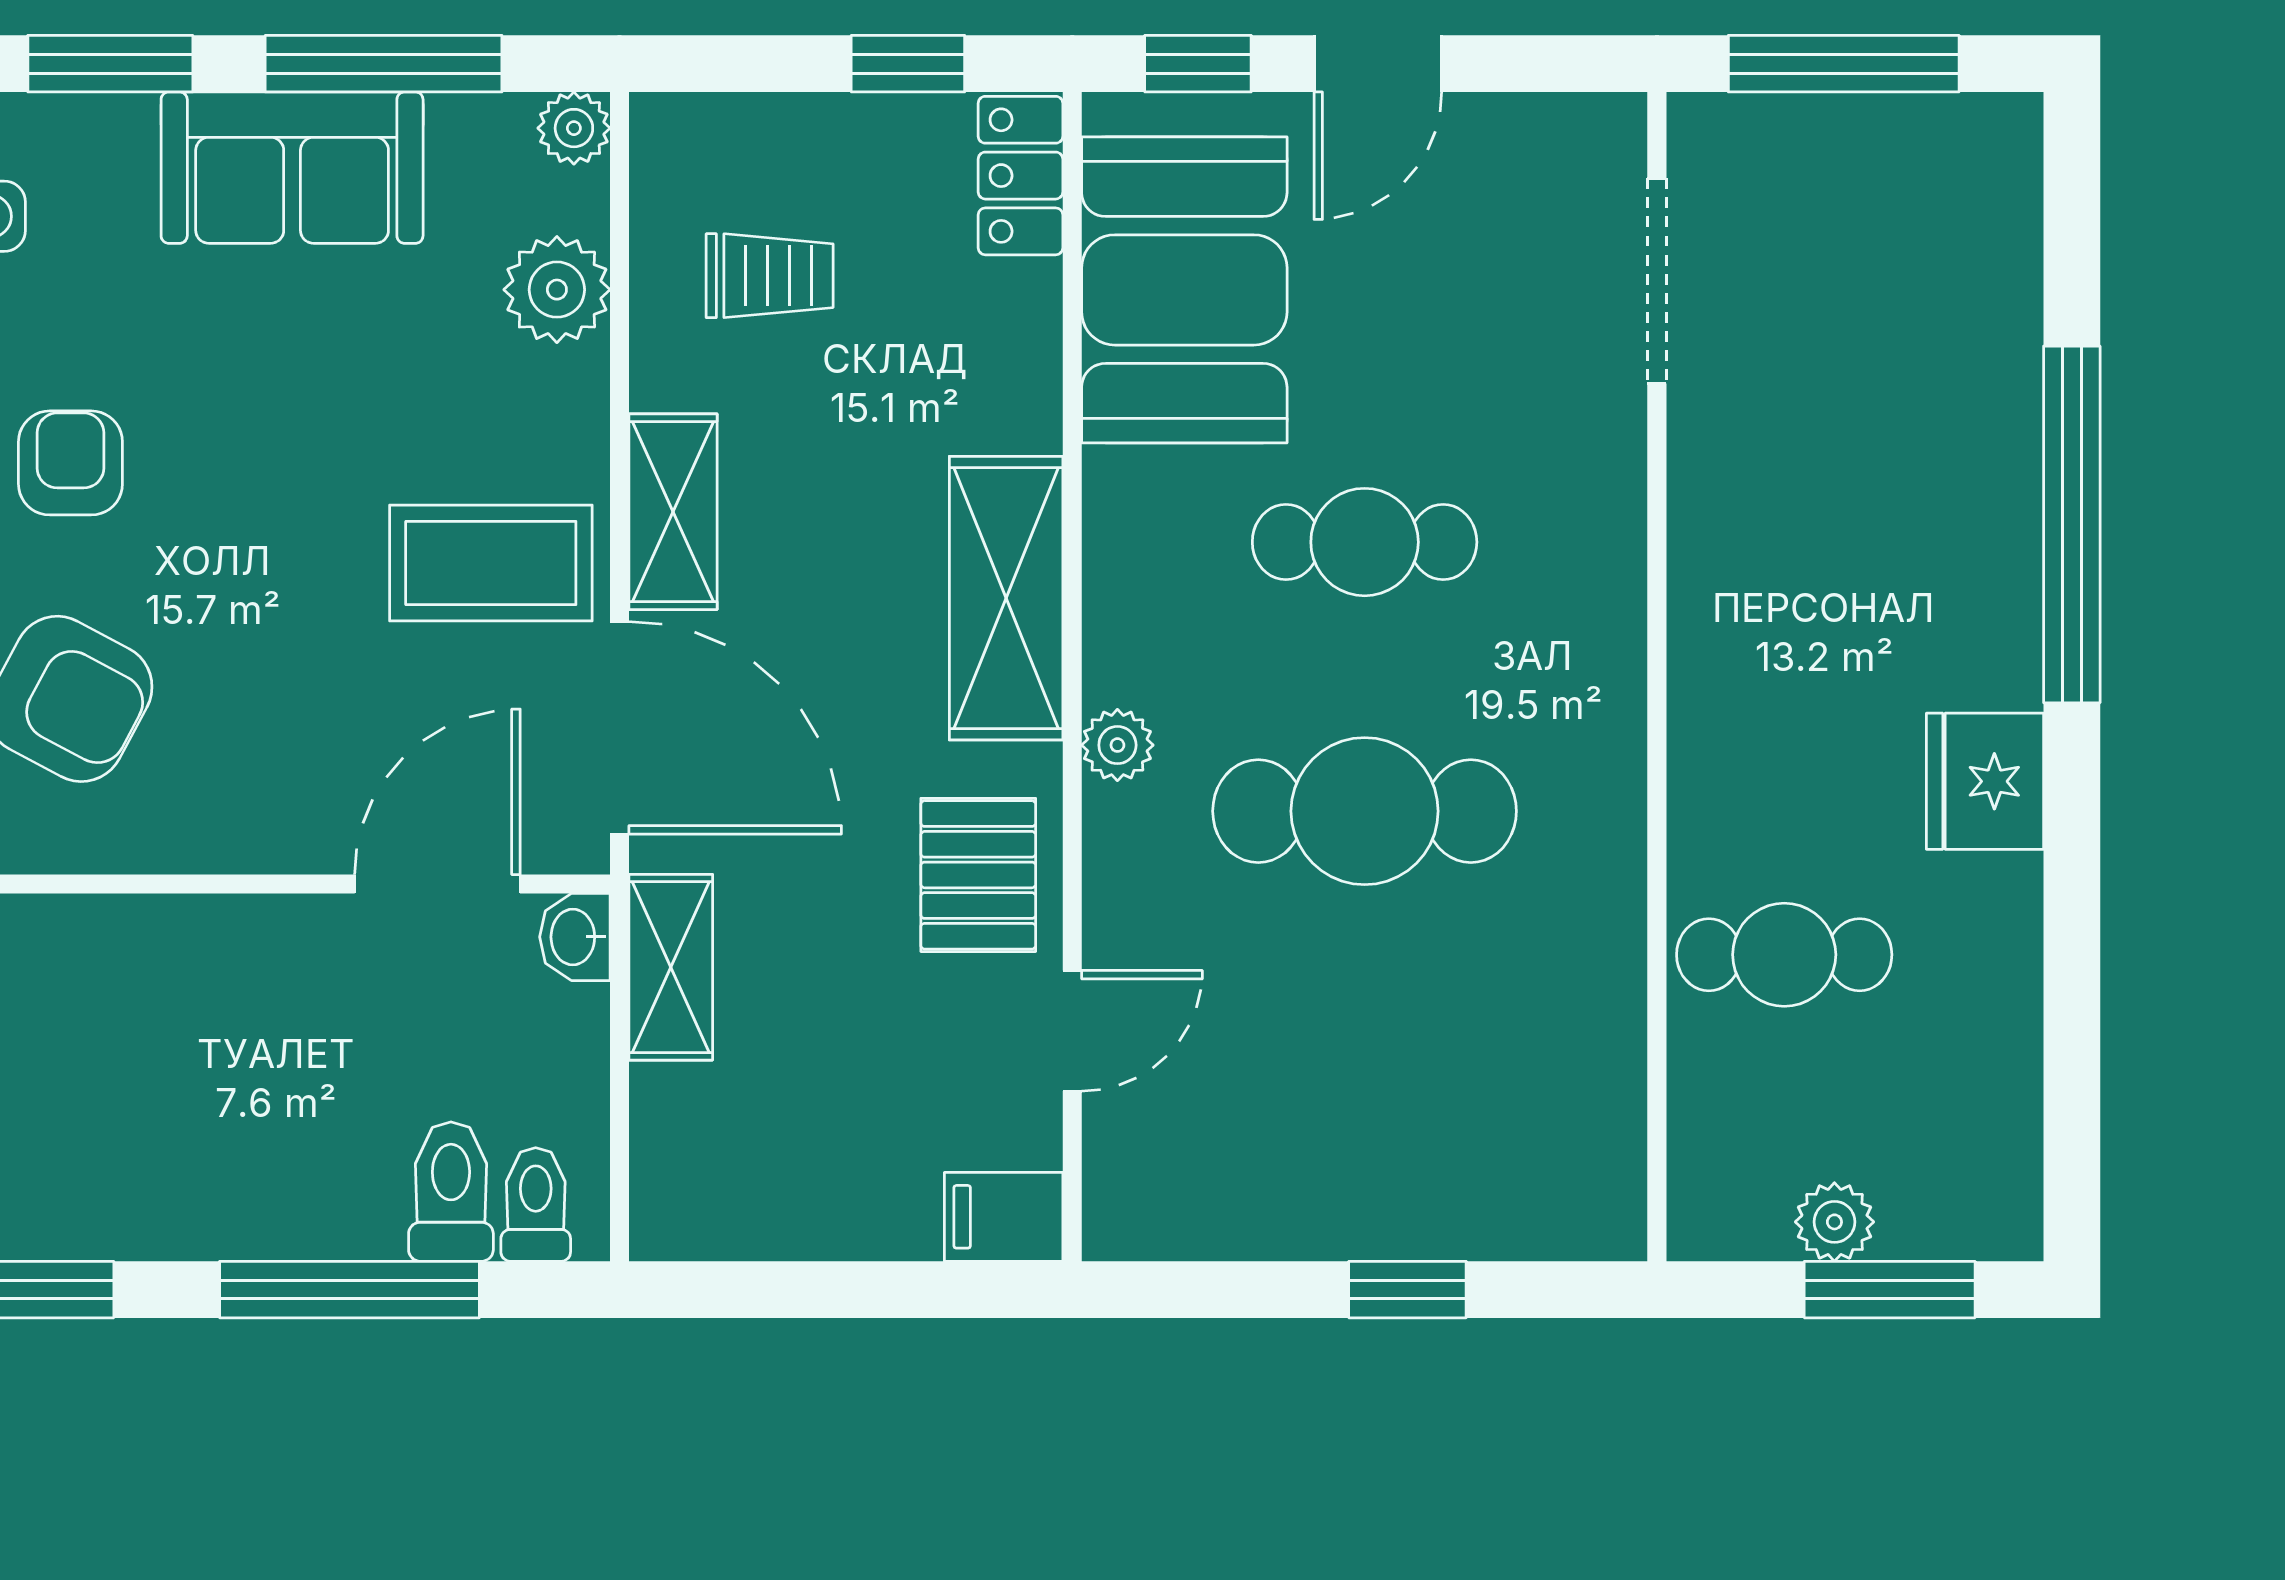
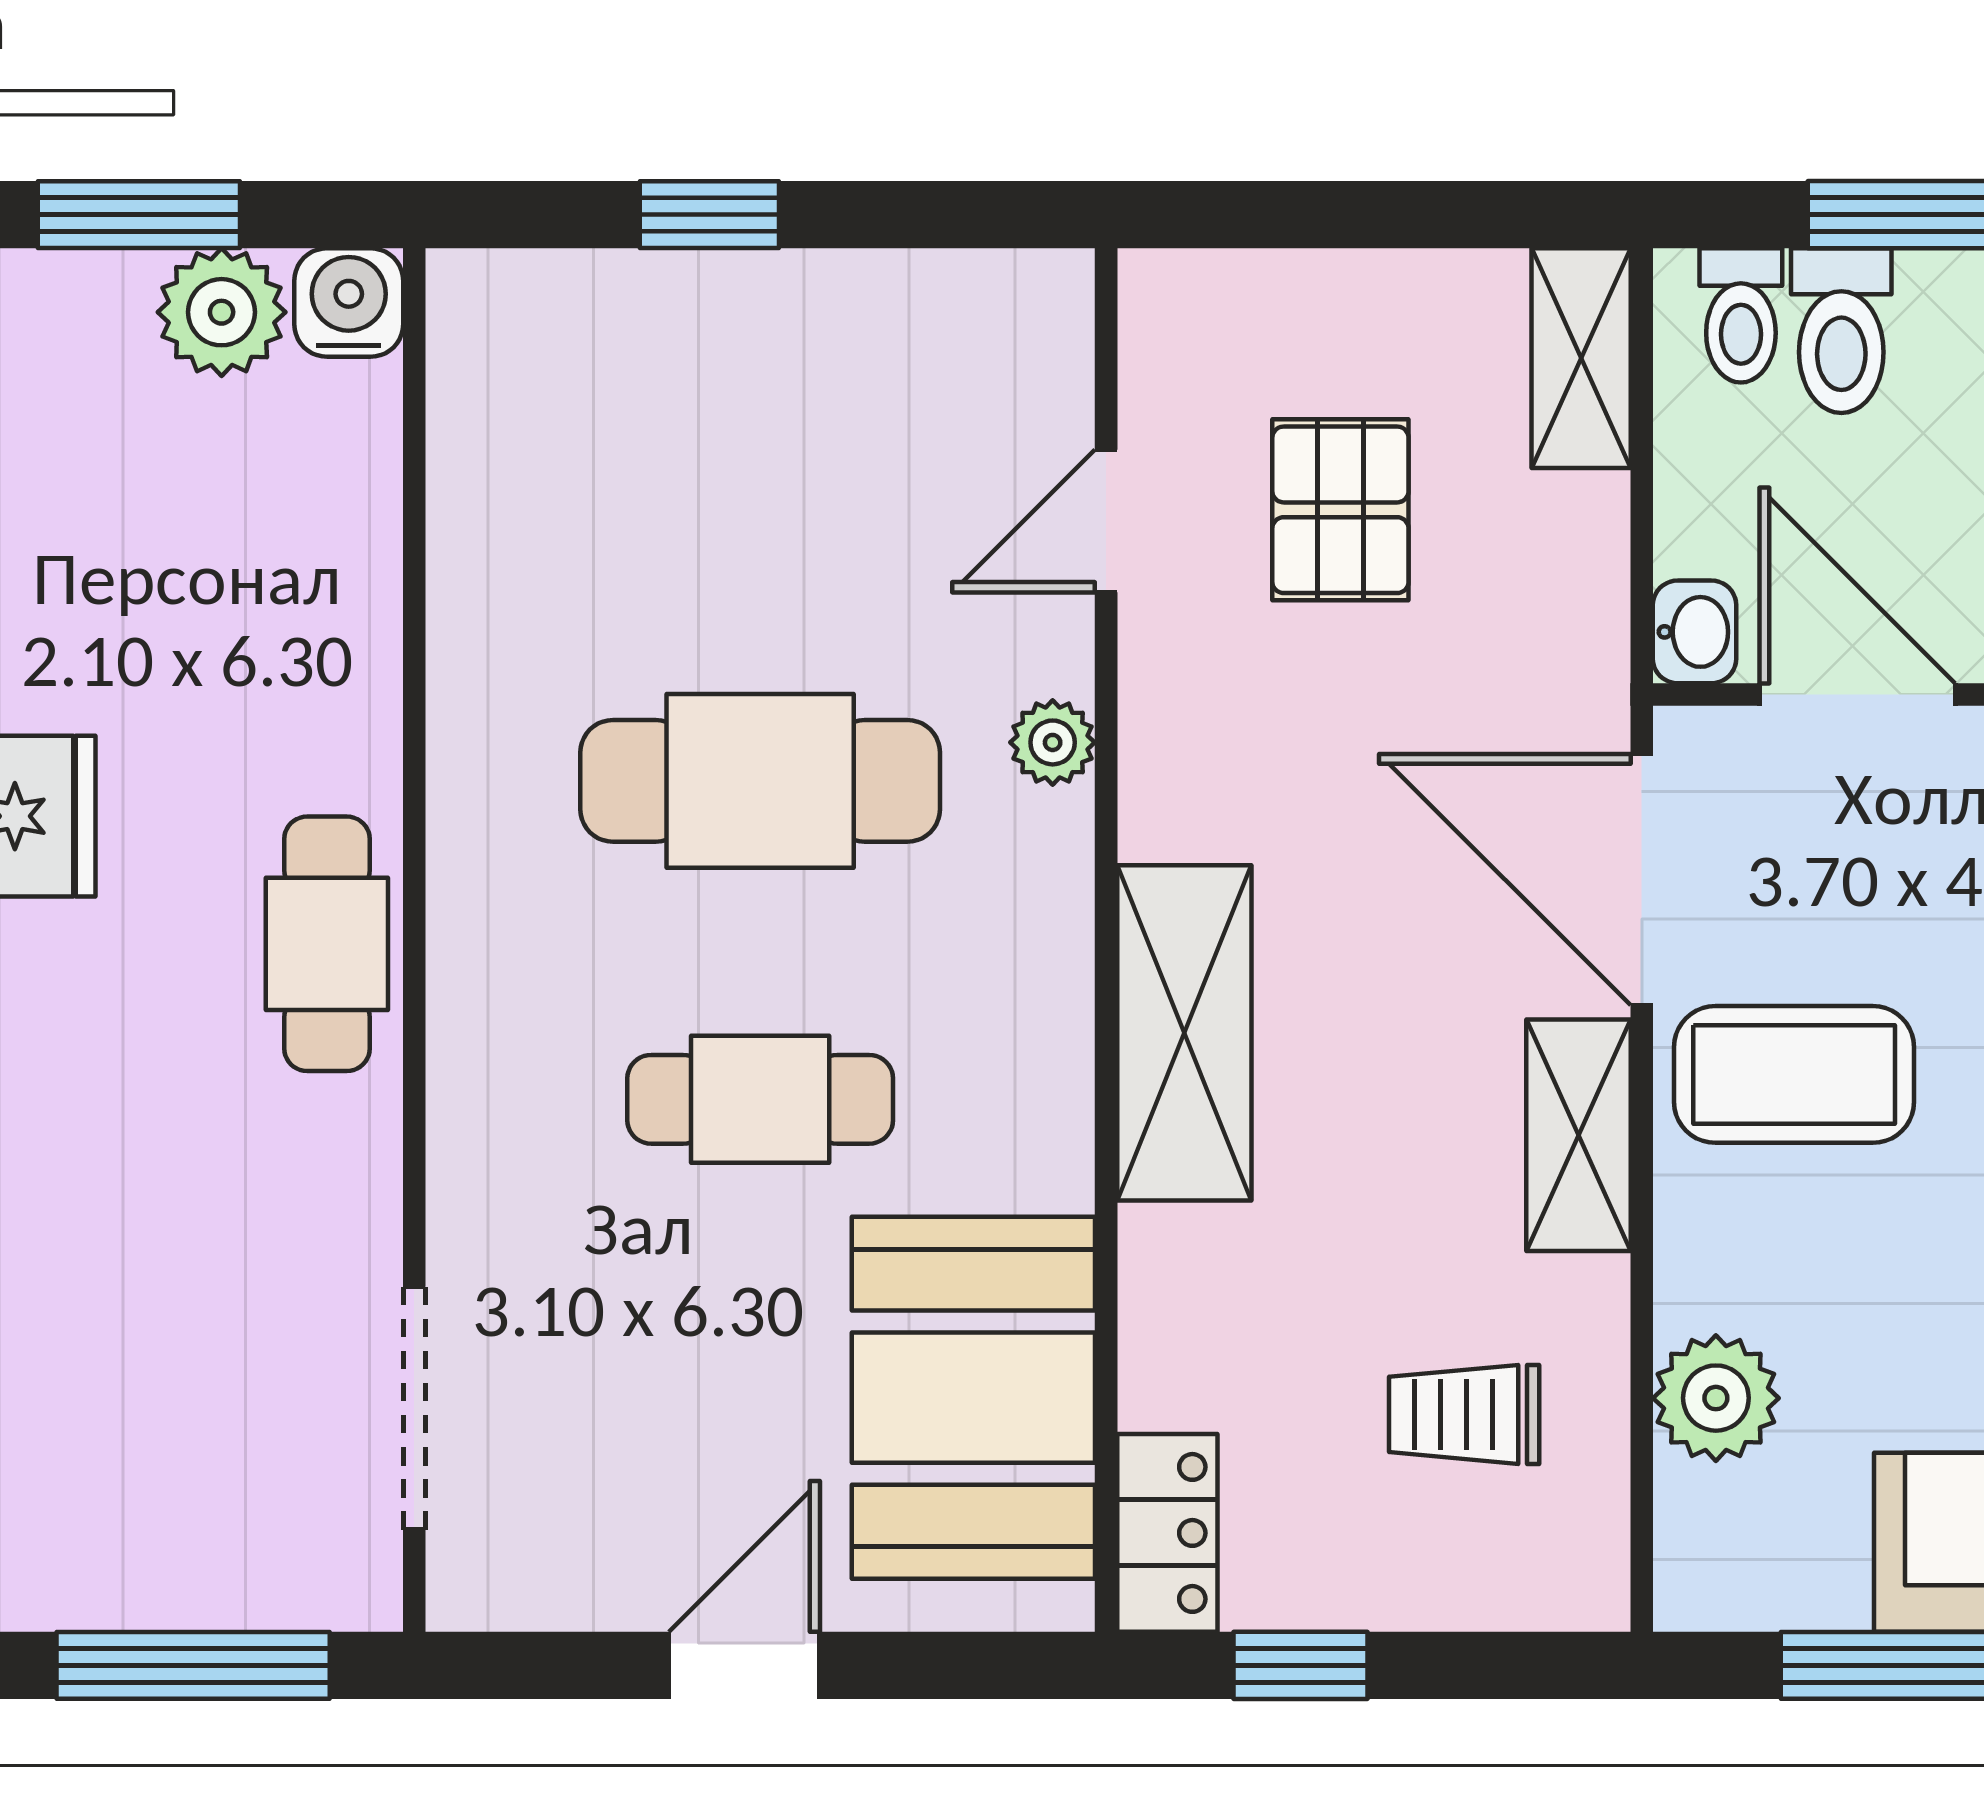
window: (1198, 64) -> (957, 1665), removed
plant: (574, 128) -> (1696, 1589), removed
plant: (1117, 745) -> (1053, 742), moved
pallet: (978, 875) -> (1340, 510), moved
door: (437, 884) -> (1857, 695), swing flipped
cafe table: (1784, 955) -> (327, 944), moved, turned 90
shelving: (671, 967) -> (1581, 358), moved
water cooler: (1712, 1215) -> (349, 303), added
filing cabinet: (1004, 1217) -> (1187, 301), removed
plant: (1834, 1222) -> (222, 312), width x1.38, depth x1.38

